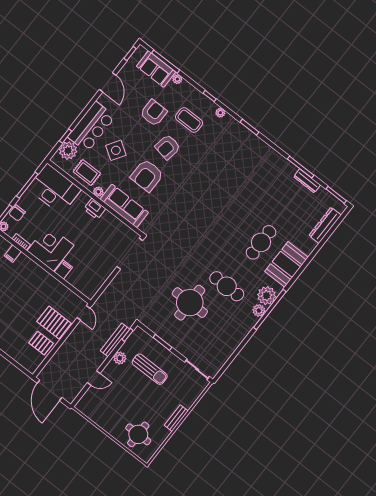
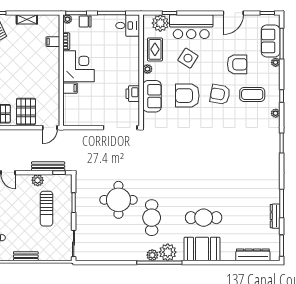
coffee table: (189, 120) -> (252, 94), turned 90
desk: (54, 189) -> (128, 26), width x0.53, depth x0.77
sofa: (124, 206) -> (152, 96), width x0.73
printer: (95, 209) -> (133, 94), moved

